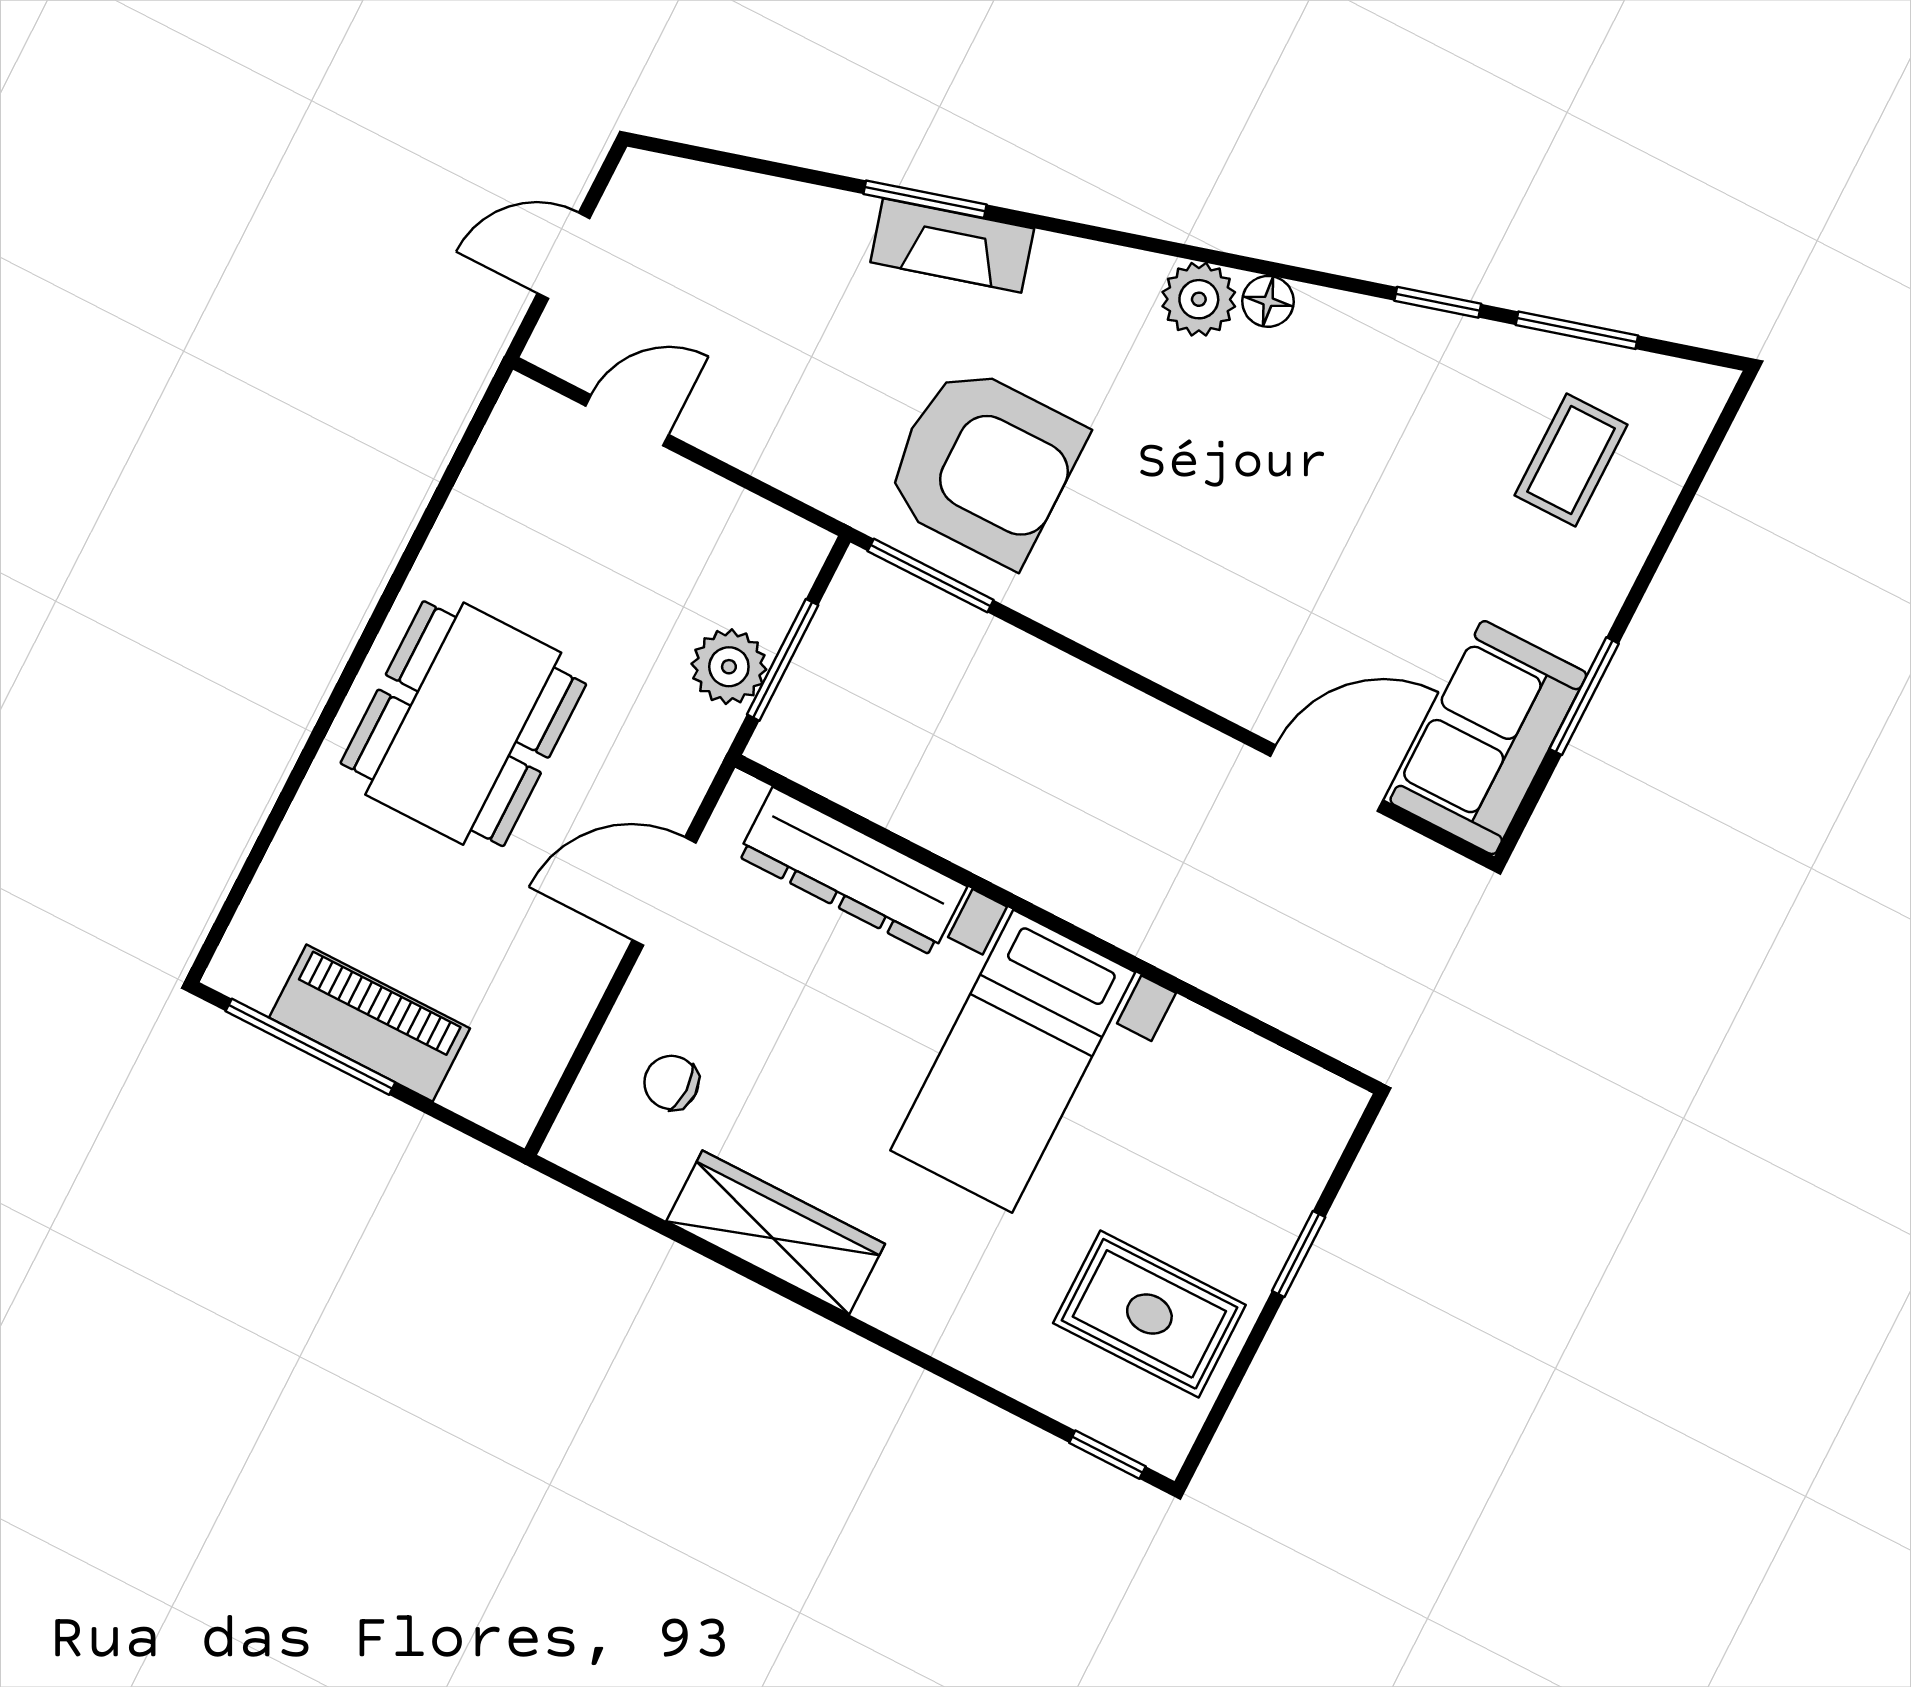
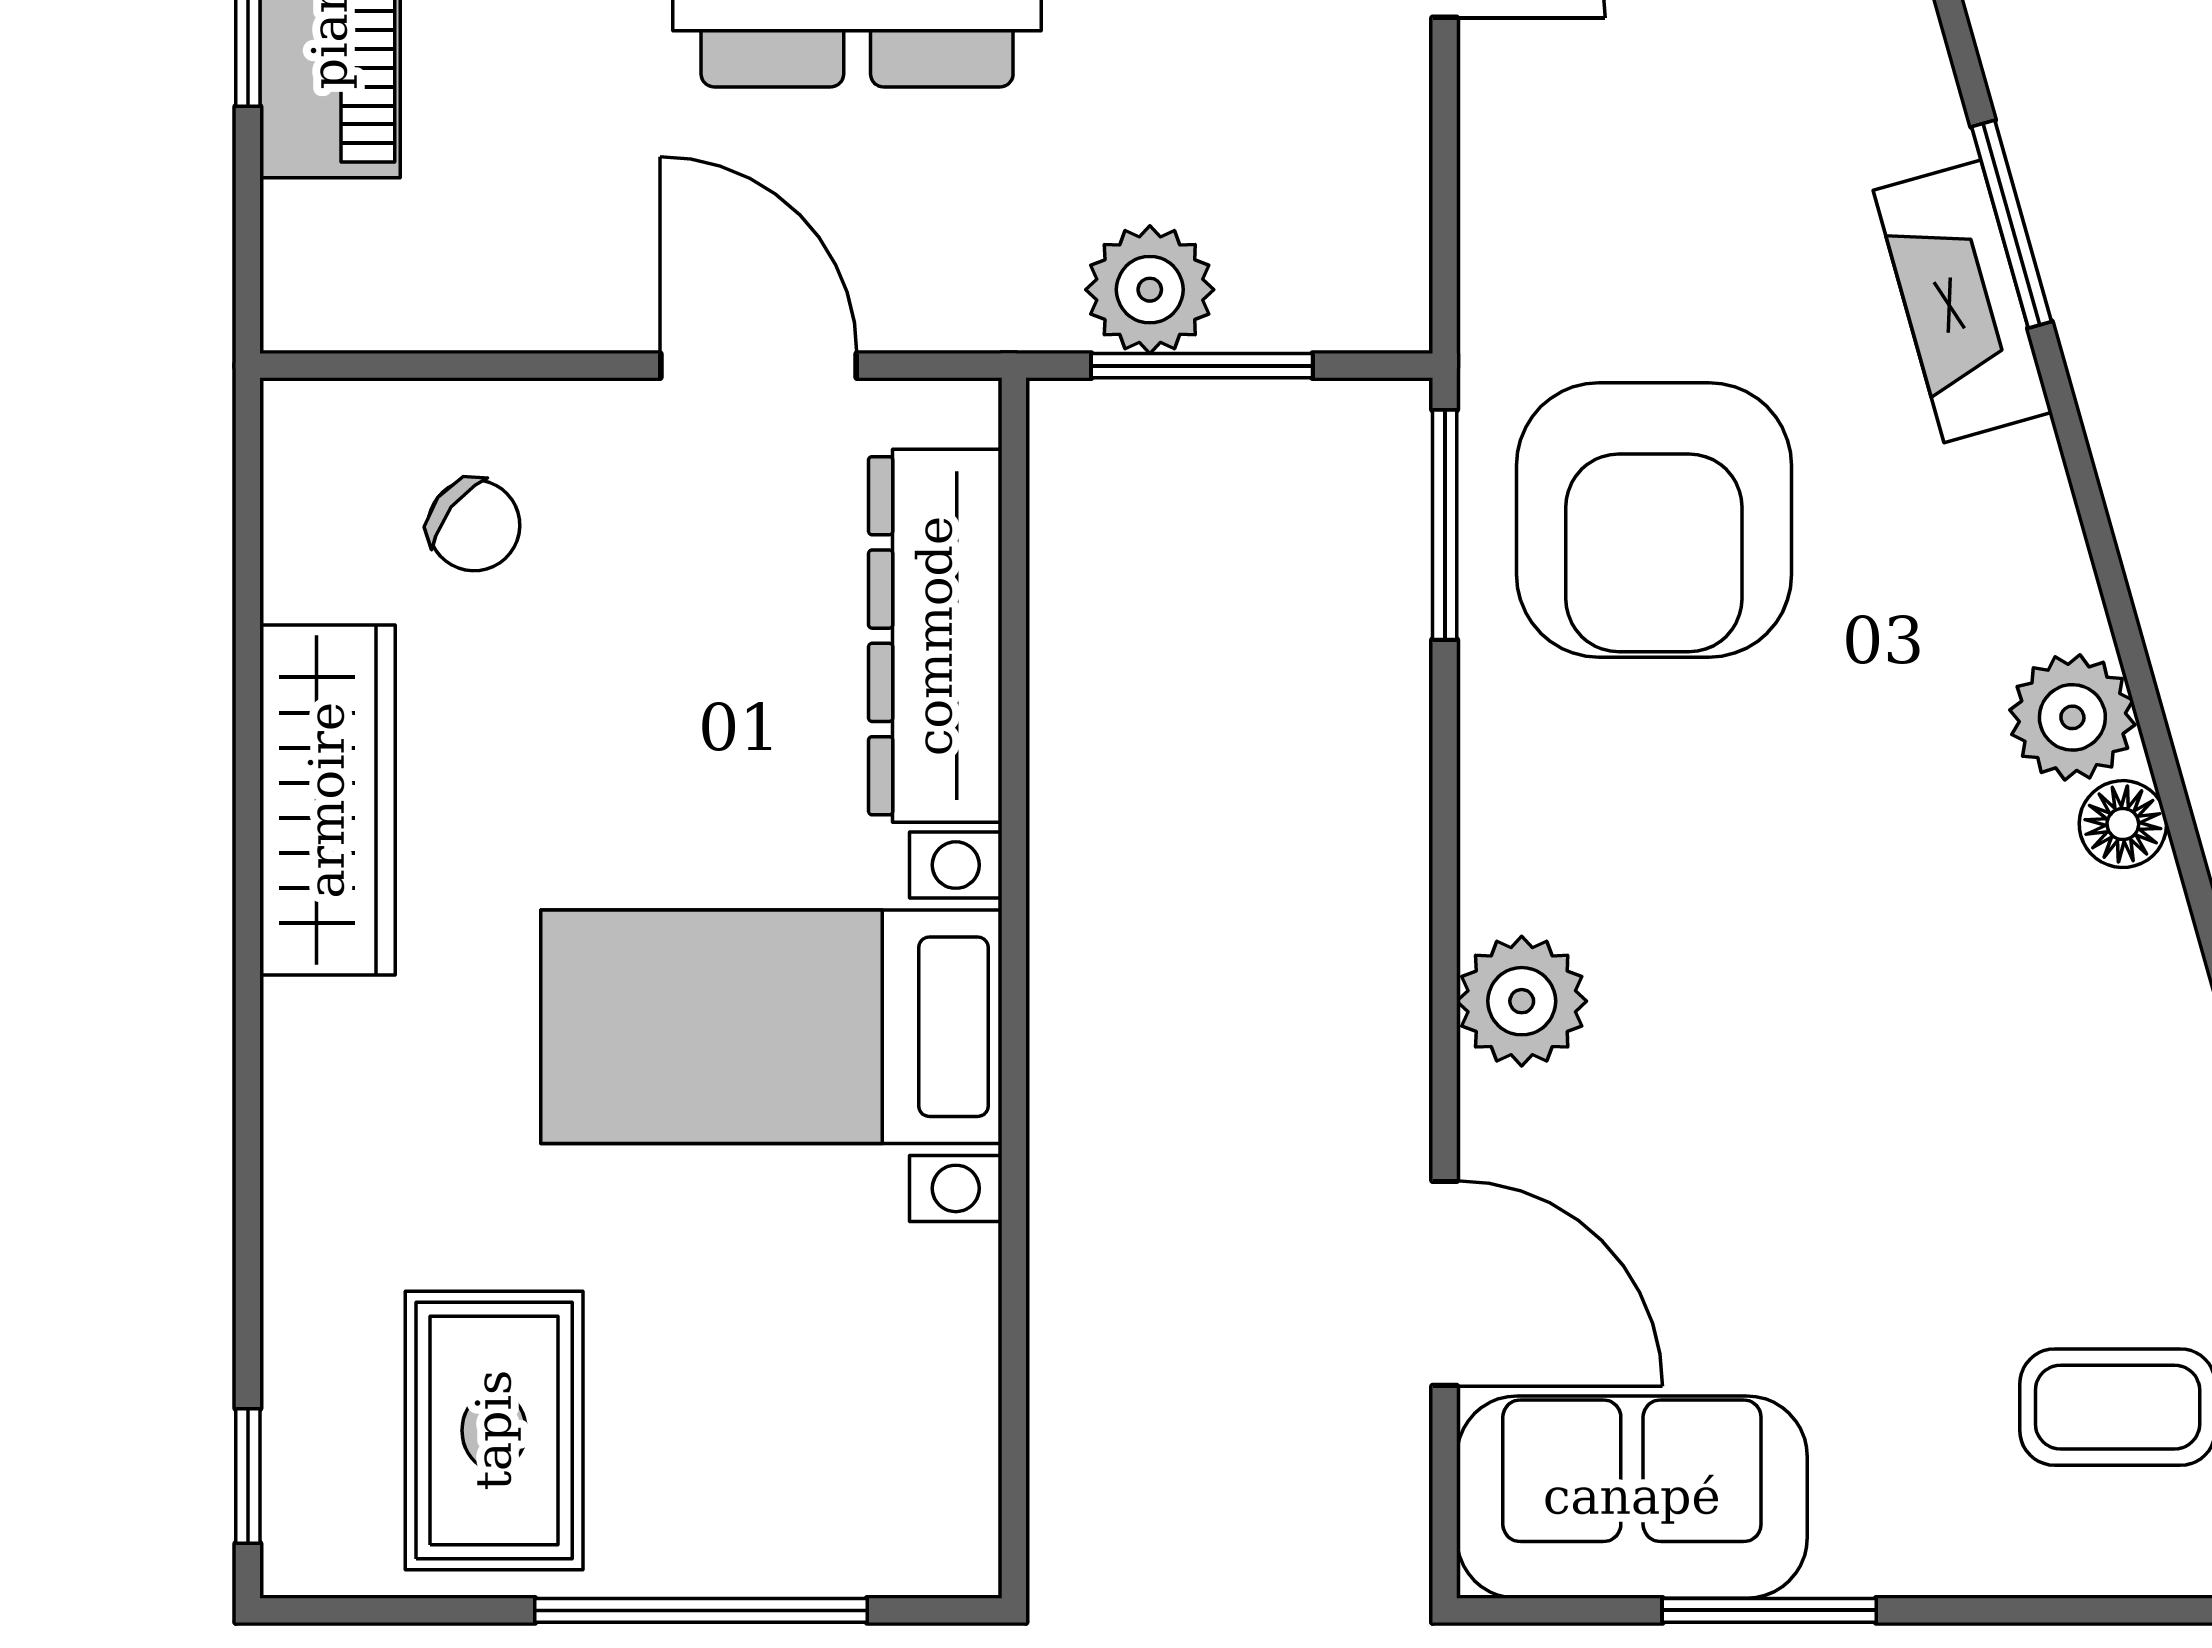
plant: (1200, 663) -> (1522, 1001), added
chair: (671, 1083) -> (474, 525), turned 128
window: (1299, 1254) -> (701, 1610), width x2.17

